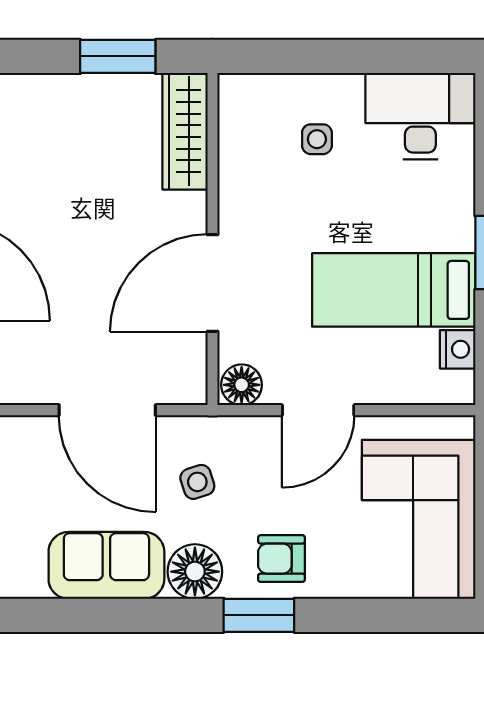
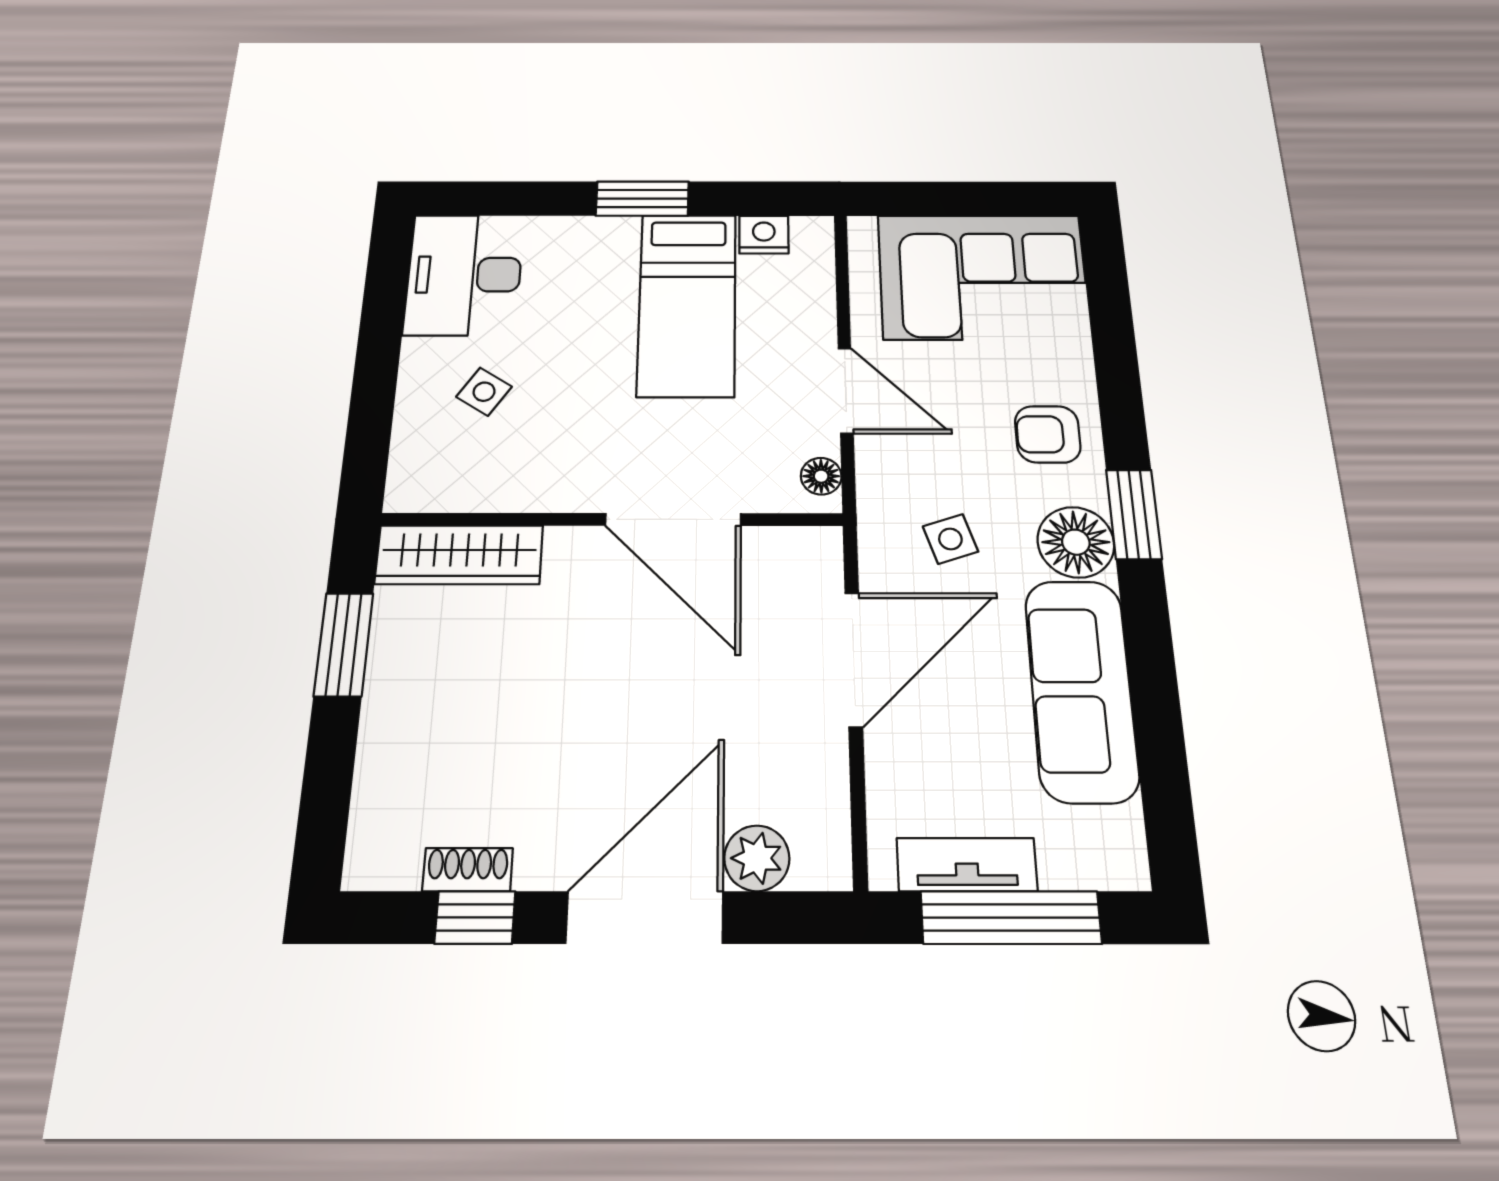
side table: (317, 139) -> (484, 392), turned 33
floor lamp: (242, 385) -> (821, 476), width x0.73, depth x0.73
armchair: (281, 559) -> (1048, 434), turned 90
sofa: (106, 565) -> (1081, 689), width x1.36
window: (259, 615) -> (1134, 514), moved

